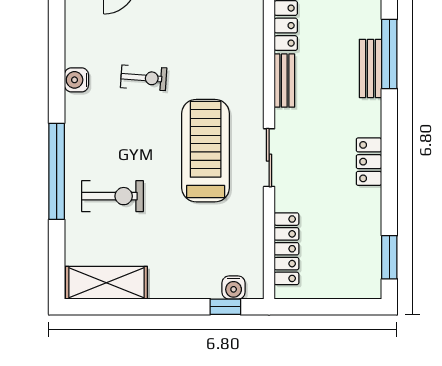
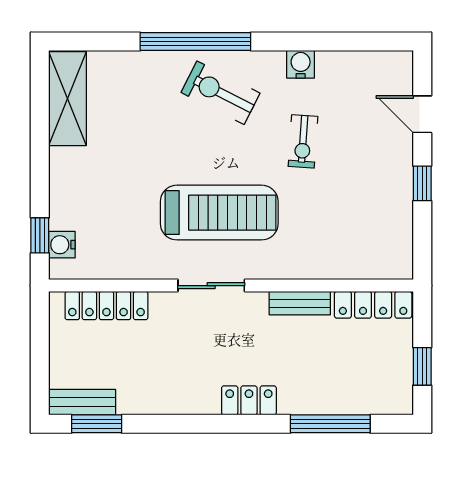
bench: (370, 68) -> (82, 402), moved
locker: (369, 162) -> (249, 400), moved
exercise bike: (113, 196) -> (221, 93), moved, turned 117

